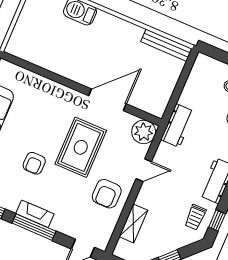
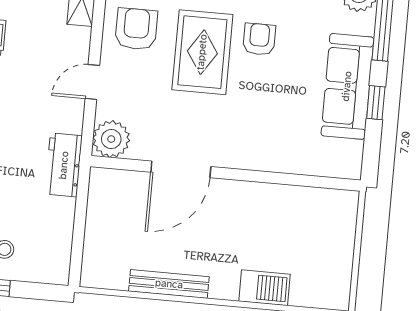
bench: (166, 45) -> (169, 284), moved
rug: (81, 147) -> (202, 52), moved

